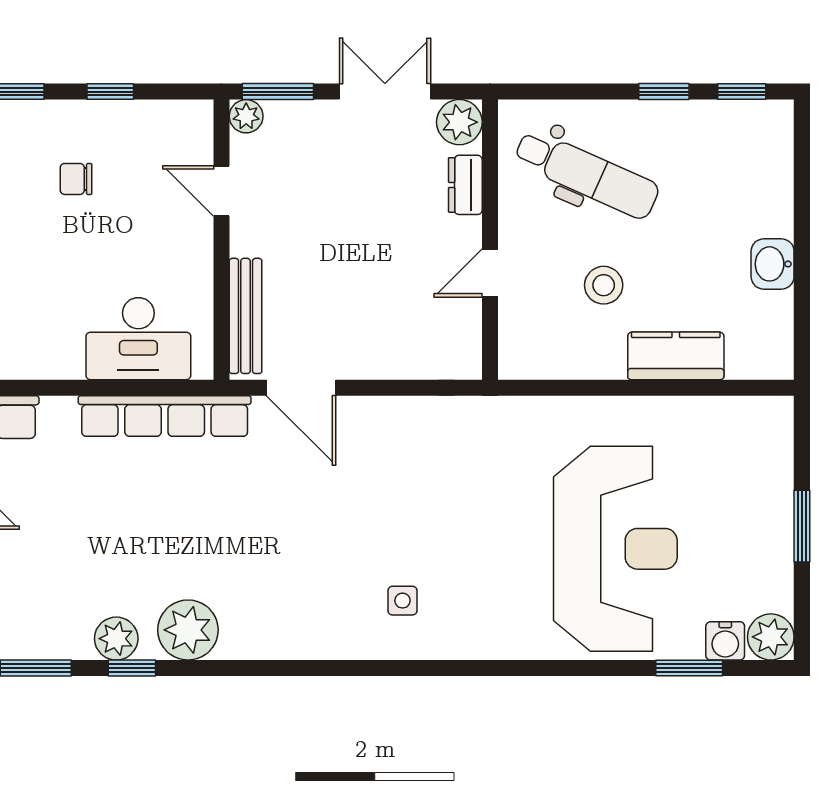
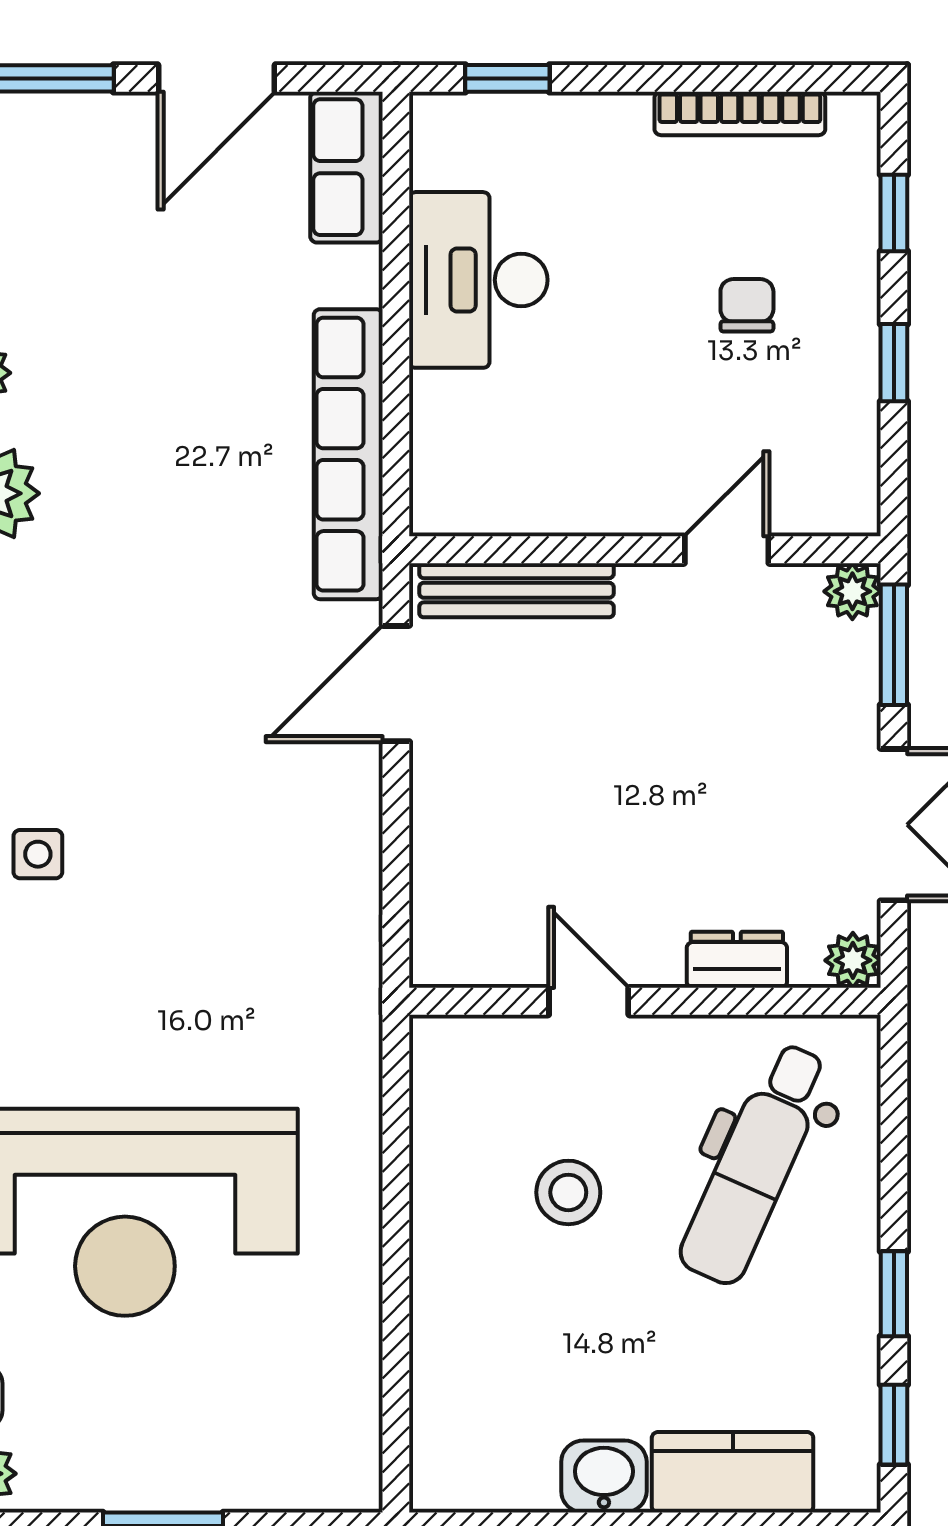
plant: (459, 122) -> (853, 960), width x0.73, depth x0.73
desk: (138, 339) -> (478, 280), moved
kitchen counter: (676, 356) -> (733, 1472), moved, turned -90

